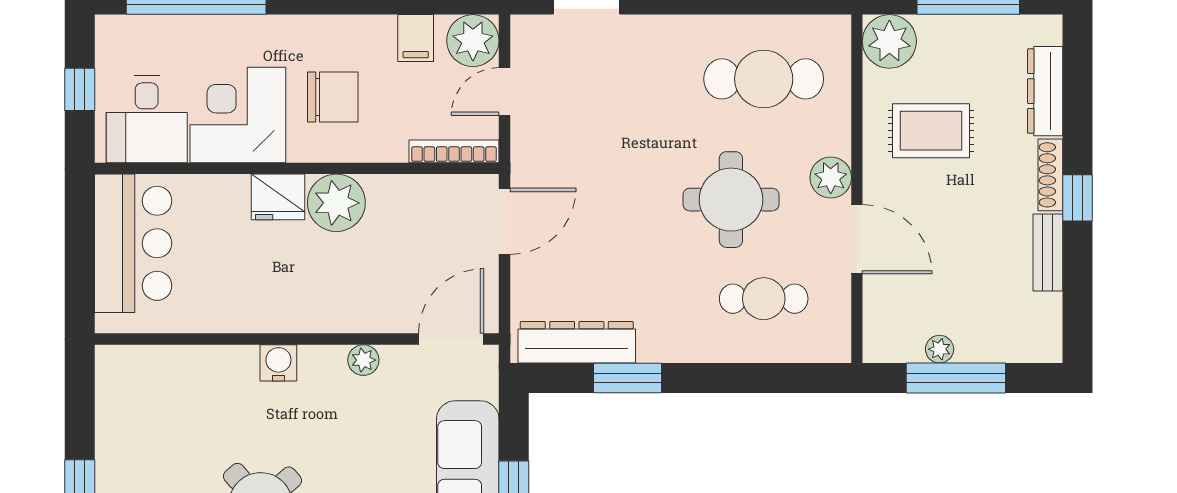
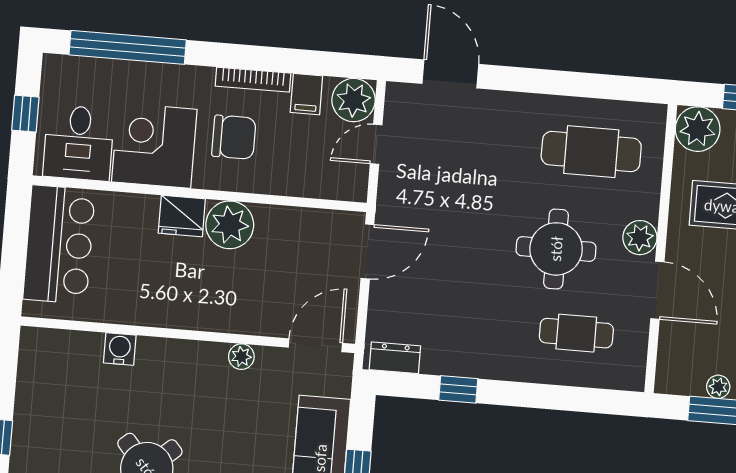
bookcase: (454, 151) -> (253, 80), moved, turned 180
dresser: (577, 342) -> (395, 358), width x0.51, depth x0.80
water cooler: (278, 363) -> (120, 349), moved
window: (627, 378) -> (458, 389), width x0.67

